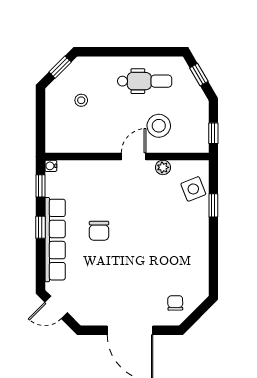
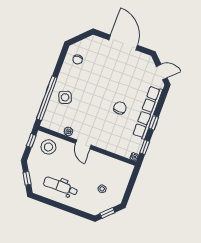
stool: (159, 126) -> (48, 147), moved
door: (134, 156) -> (83, 144), hinge flipped
side table: (193, 189) -> (65, 97), moved
window: (213, 205) -> (47, 98), width x3.17
chair: (175, 303) -> (78, 59), moved

